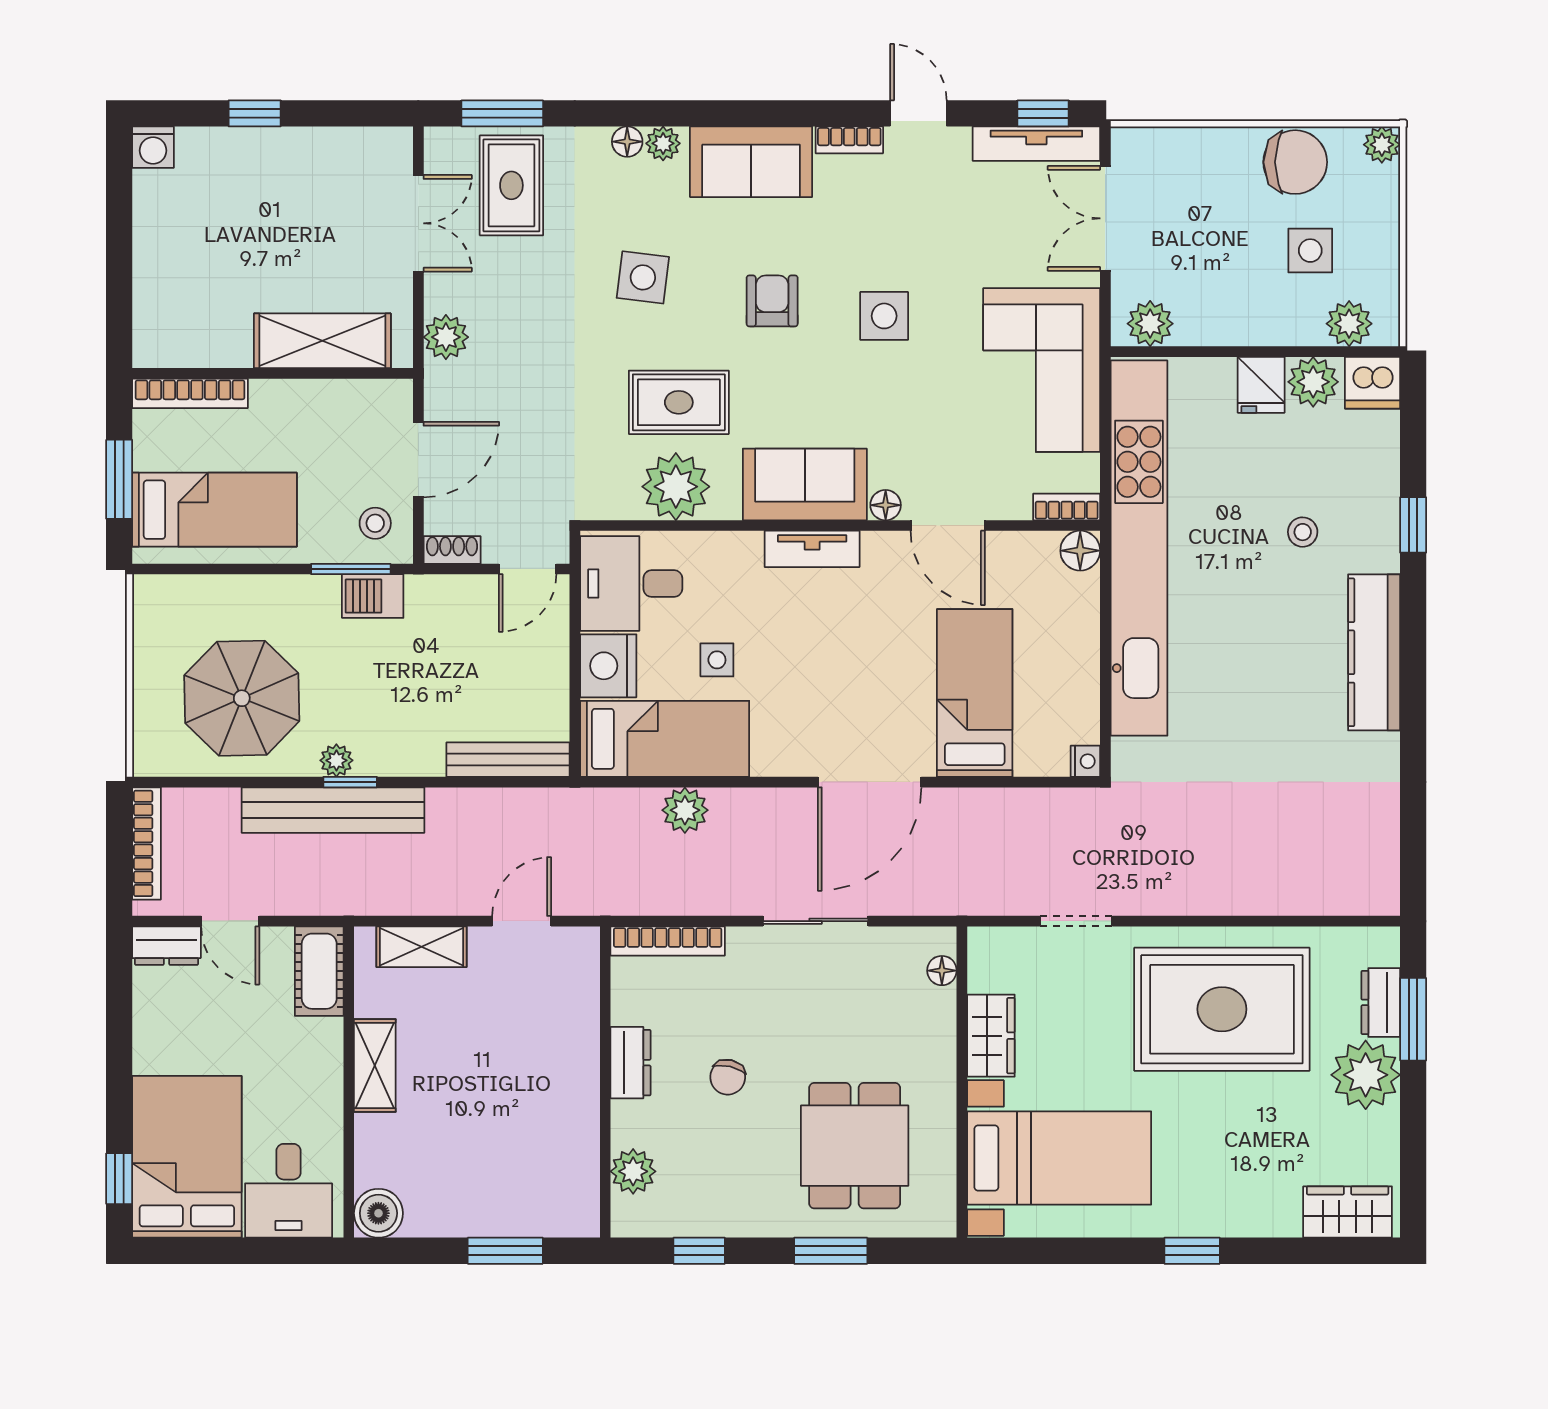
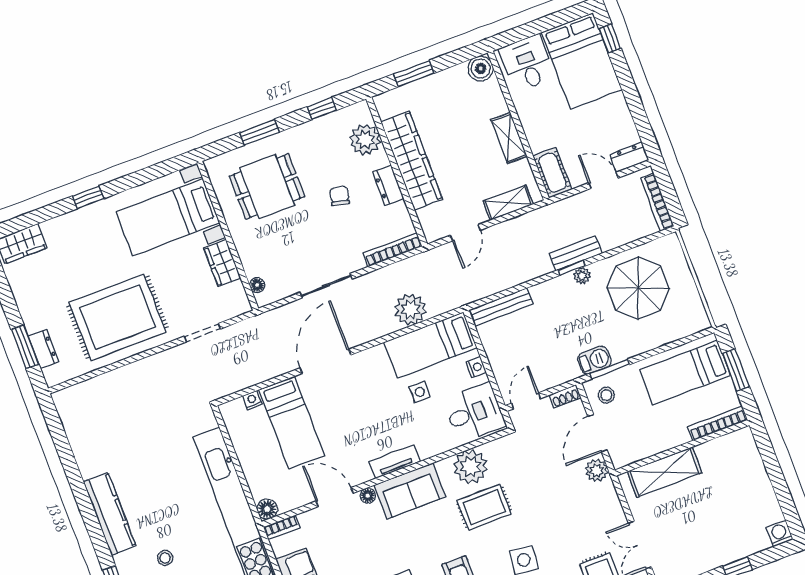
plant: (446, 337) -> (597, 470), moved
nightstand: (608, 666) -> (476, 367), width x0.53, depth x0.56
nightstand: (1085, 761) -> (252, 400), moved, turned 90
bench: (333, 810) -> (575, 253), width x0.54, depth x0.82
plant: (685, 810) -> (410, 309), width x1.36, depth x1.36
plant: (1366, 1075) -> (38, 312), removed
wardrobe: (570, 1092) -> (412, 161), added
dining table: (855, 1146) -> (267, 186), turned 90
plant: (633, 1171) -> (365, 140), width x1.36, depth x1.36

